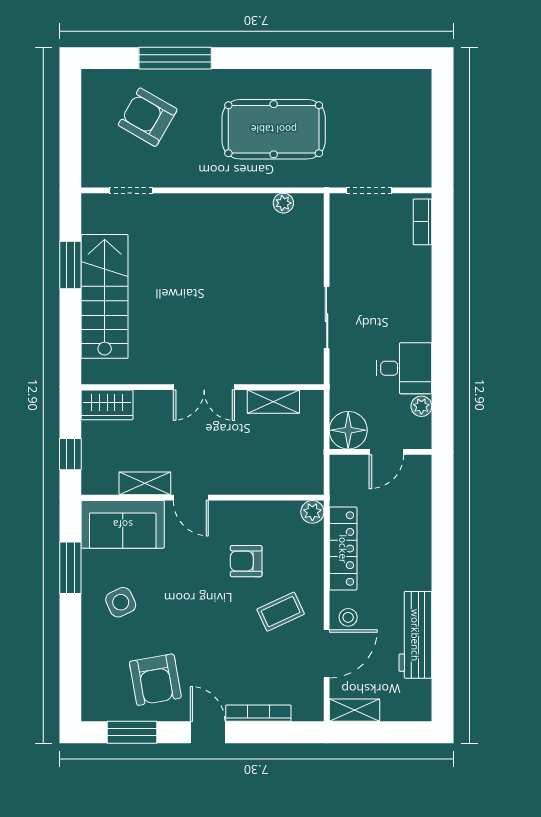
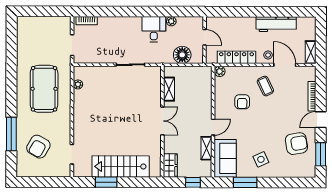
wall: (380, 452) -> (205, 40), moved
door: (386, 452) -> (205, 37), moved

